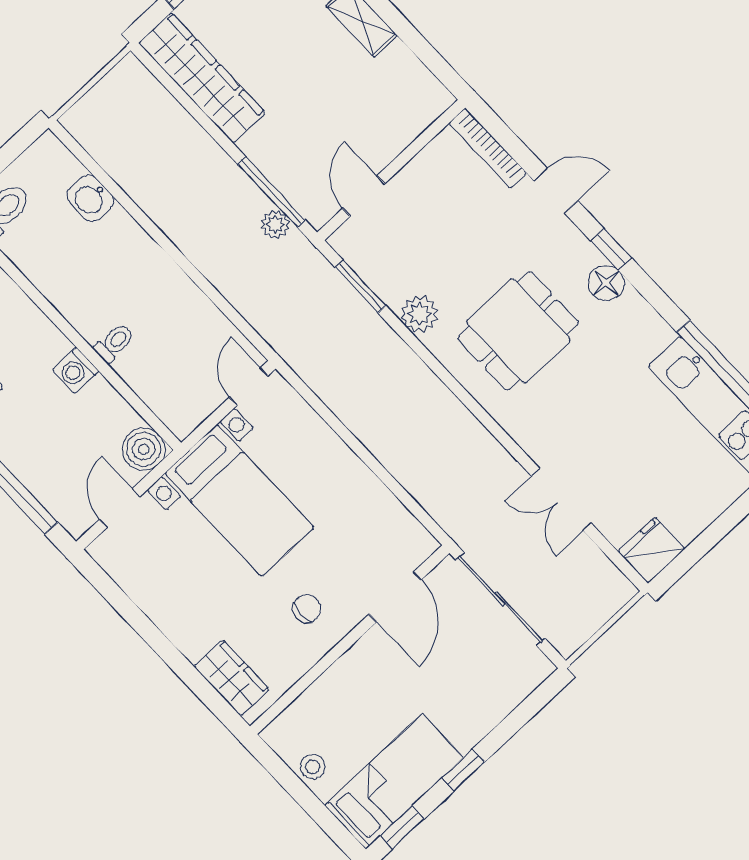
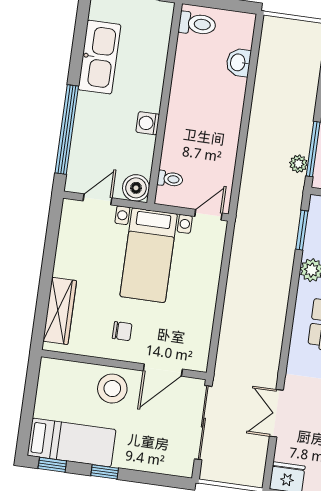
toilet: (114, 343) -> (170, 179), moved
wardrobe: (232, 678) -> (60, 311), width x1.50
stool: (313, 767) -> (112, 389), moved, width x1.89, depth x1.89

